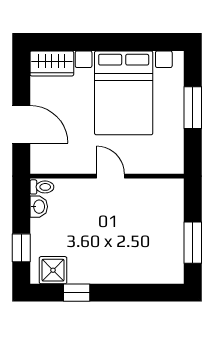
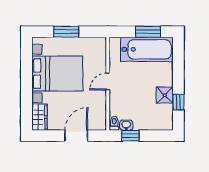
bathtub: (164, 241) -> (147, 49), added
window: (21, 248) -> (131, 136), moved
shower: (53, 270) -> (165, 95), moved

